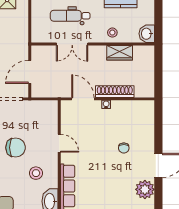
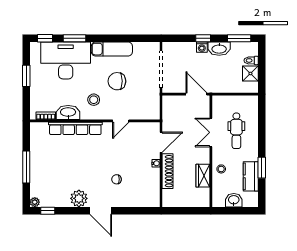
dental chair: (70, 16) -> (236, 131), turned 180
washbasin: (147, 34) -> (234, 200), moved
door: (30, 72) -> (196, 94), moved
chair: (16, 148) -> (117, 81), turned 90

